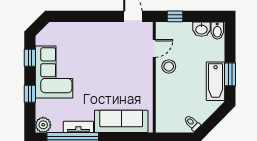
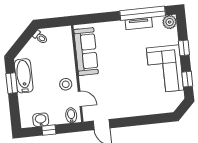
window: (175, 16) -> (49, 130), moved
bidet: (217, 31) -> (71, 115), moved
door: (154, 48) -> (80, 99), swing flipped
sofa: (121, 121) -> (86, 52), moved, turned -90

